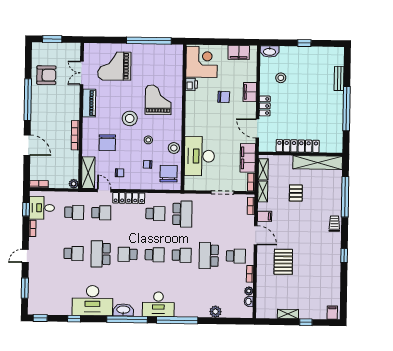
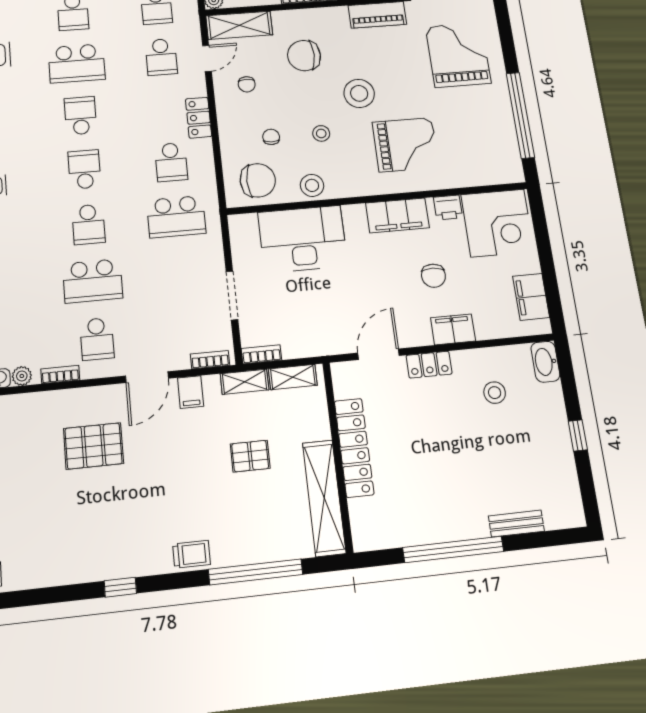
filing cabinet: (248, 158) -> (397, 215), moved, turned 180
locker: (129, 198) -> (199, 118), width x0.66
school desk: (101, 254) -> (77, 63), turned 180
school desk: (155, 255) -> (84, 169), turned 180
school desk: (209, 256) -> (93, 281), turned 180

